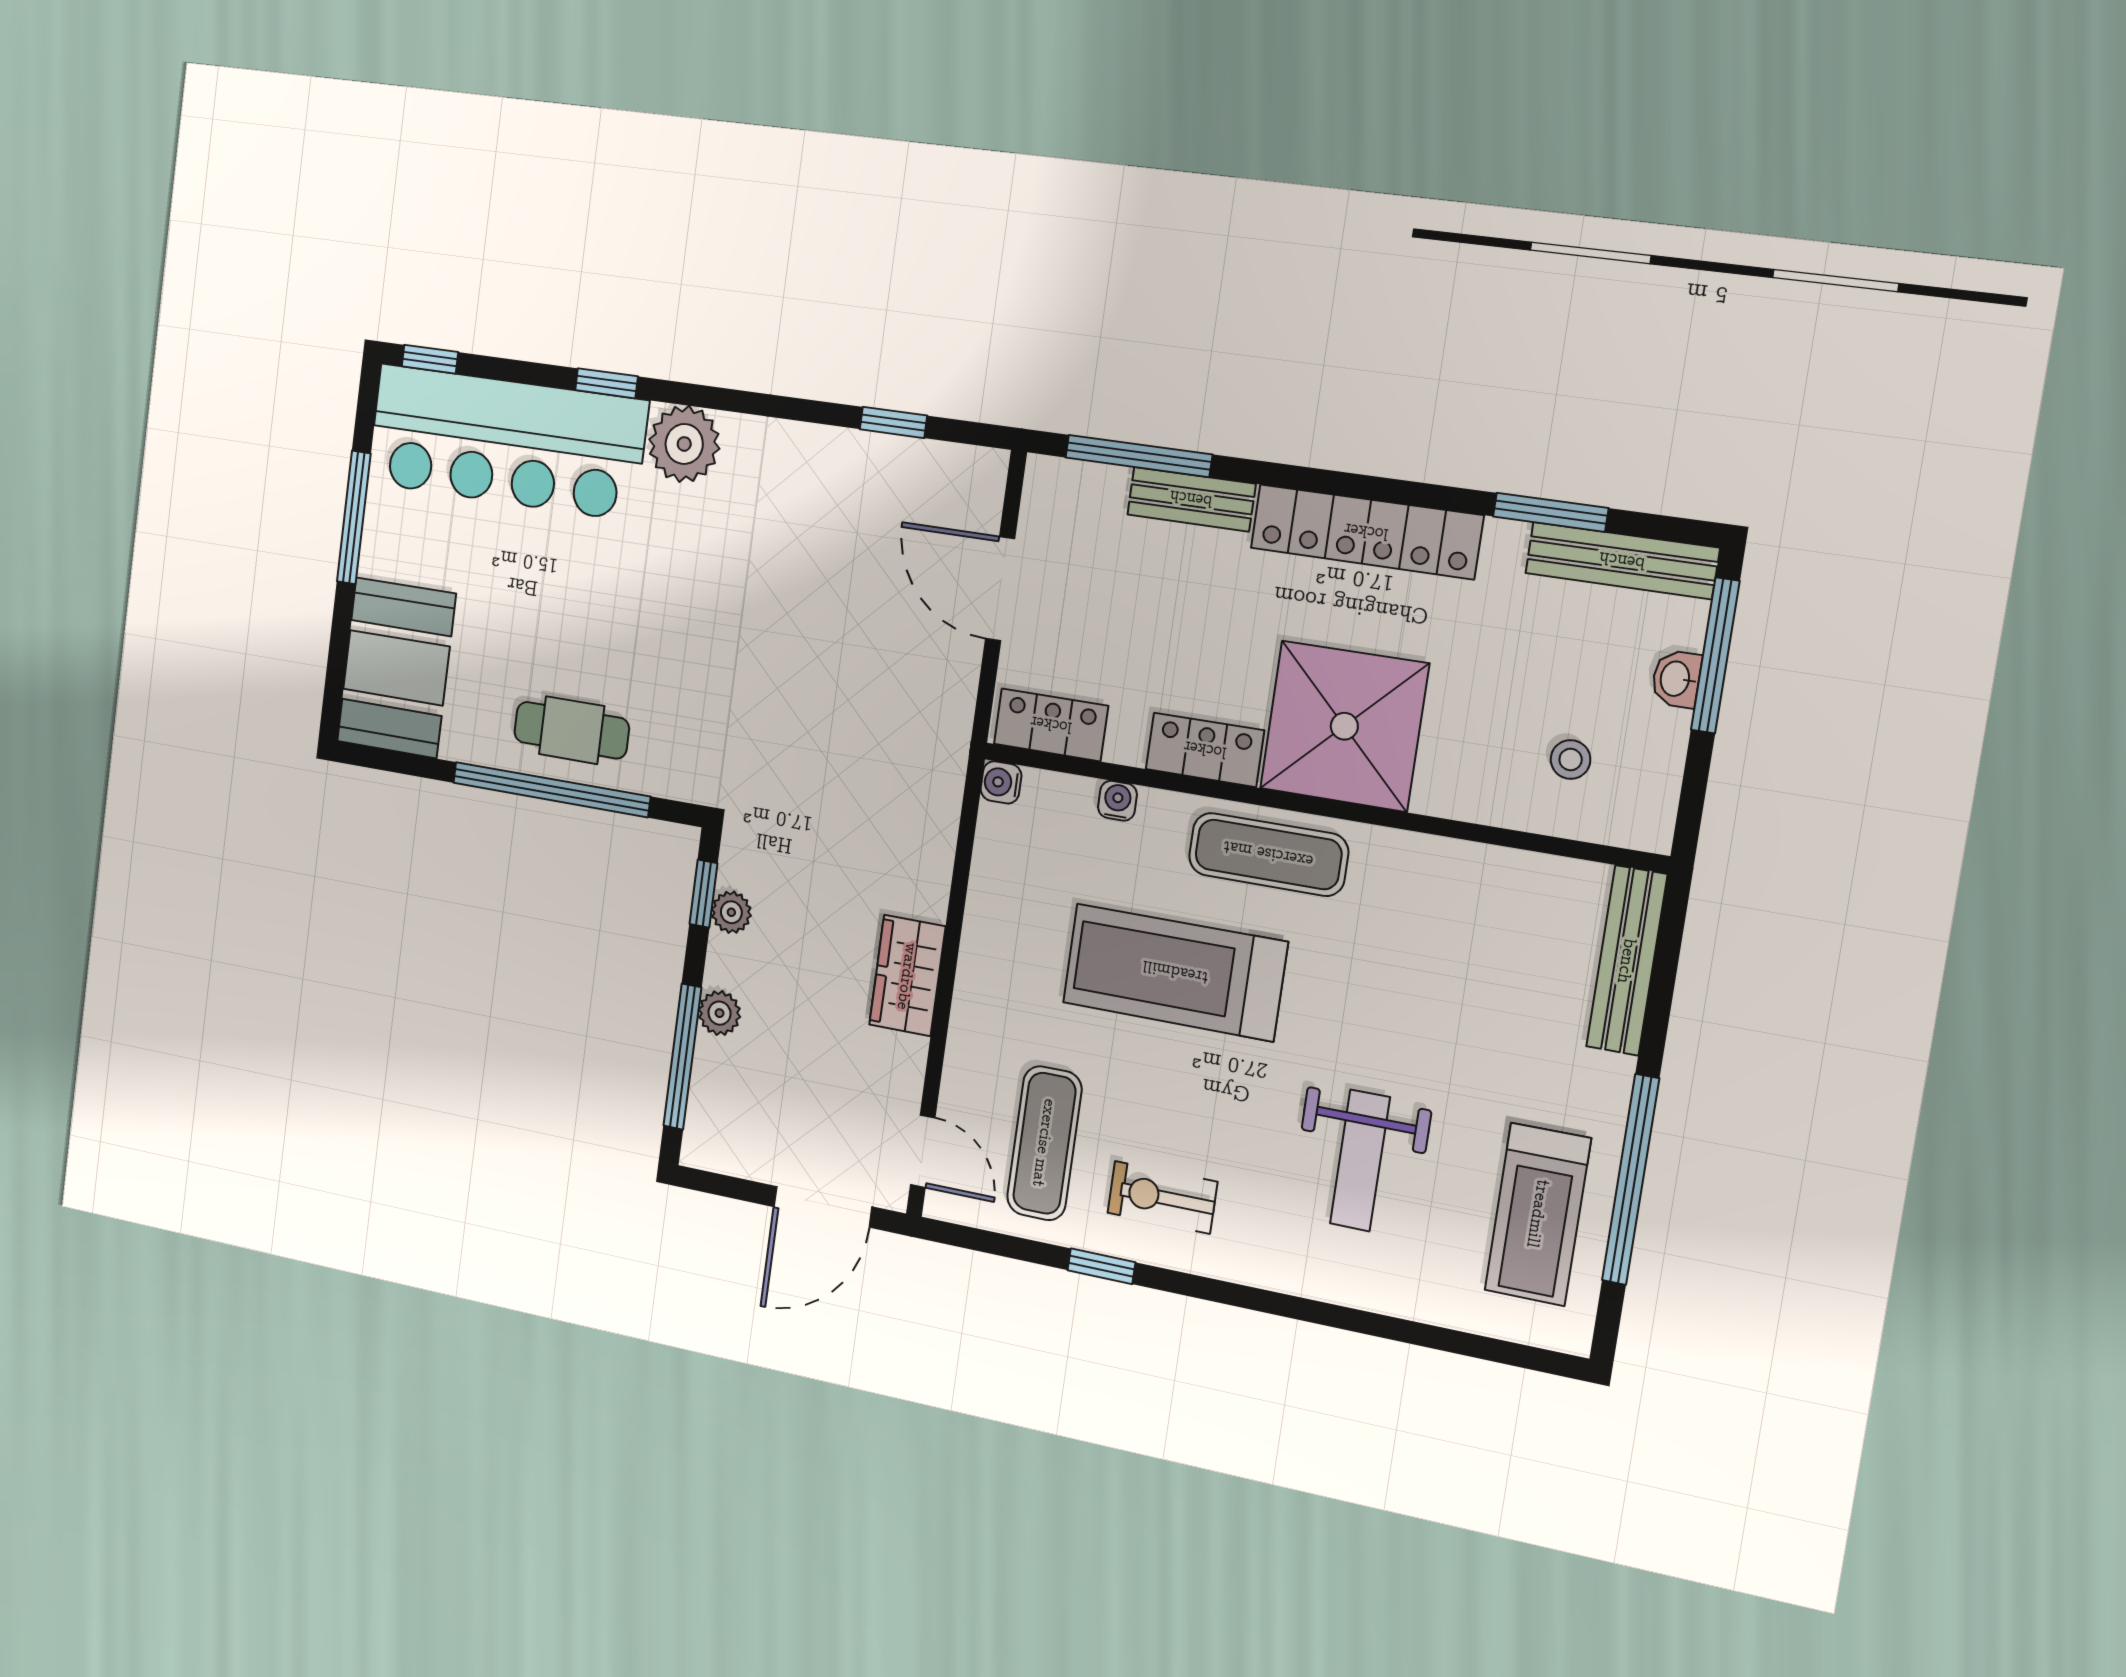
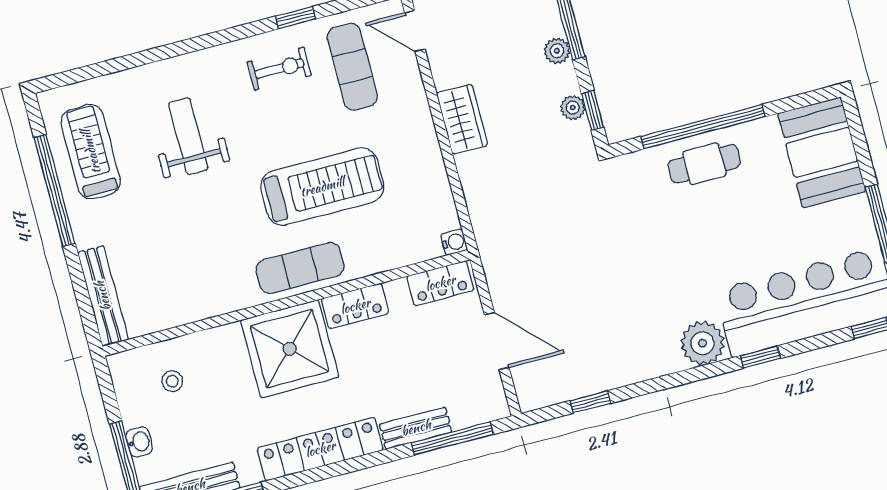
water cooler: (1117, 801) -> (389, 260), removed

